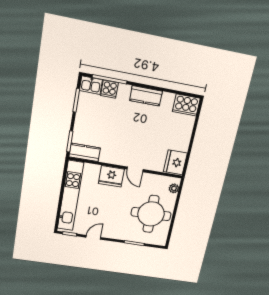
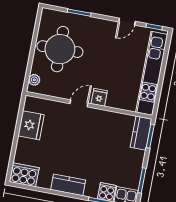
kitchen counter: (85, 152) -> (141, 133), moved, turned 90
fridge: (175, 162) -> (31, 125), moved
door: (135, 169) -> (79, 103), hinge flipped
fridge: (111, 176) -> (99, 97), width x0.53, depth x0.75

